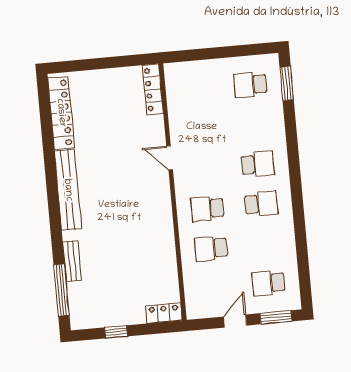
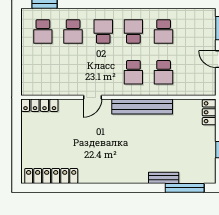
school desk: (254, 124) -> (73, 31), added
bench: (68, 190) -> (142, 107), moved
school desk: (268, 283) -> (164, 31), moved

